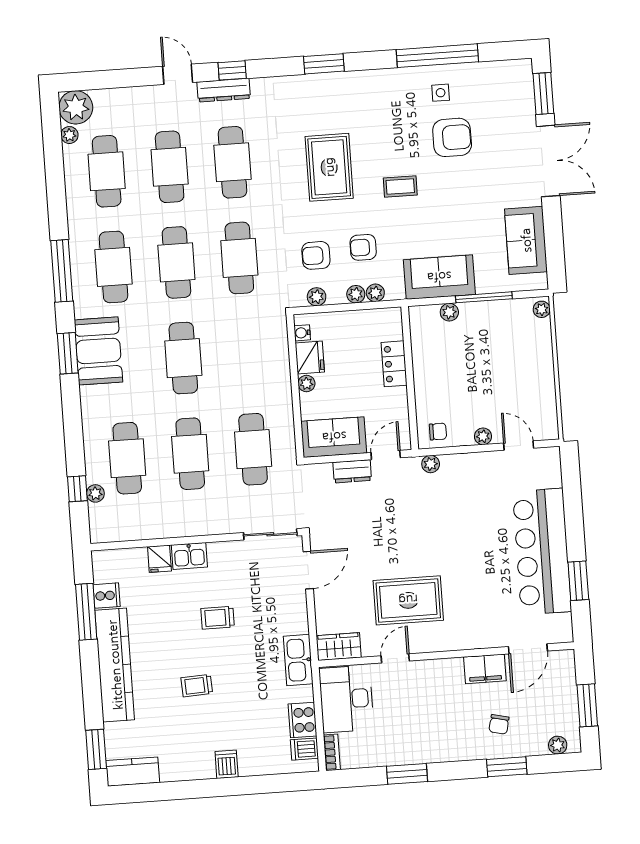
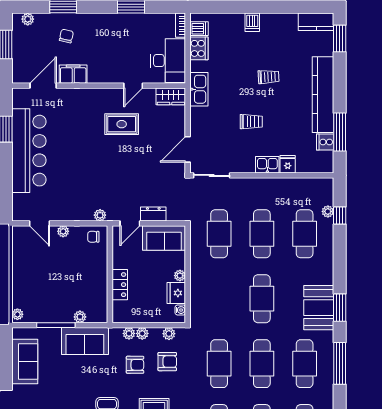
rug: (408, 600) -> (122, 124), width x0.73, depth x0.70

